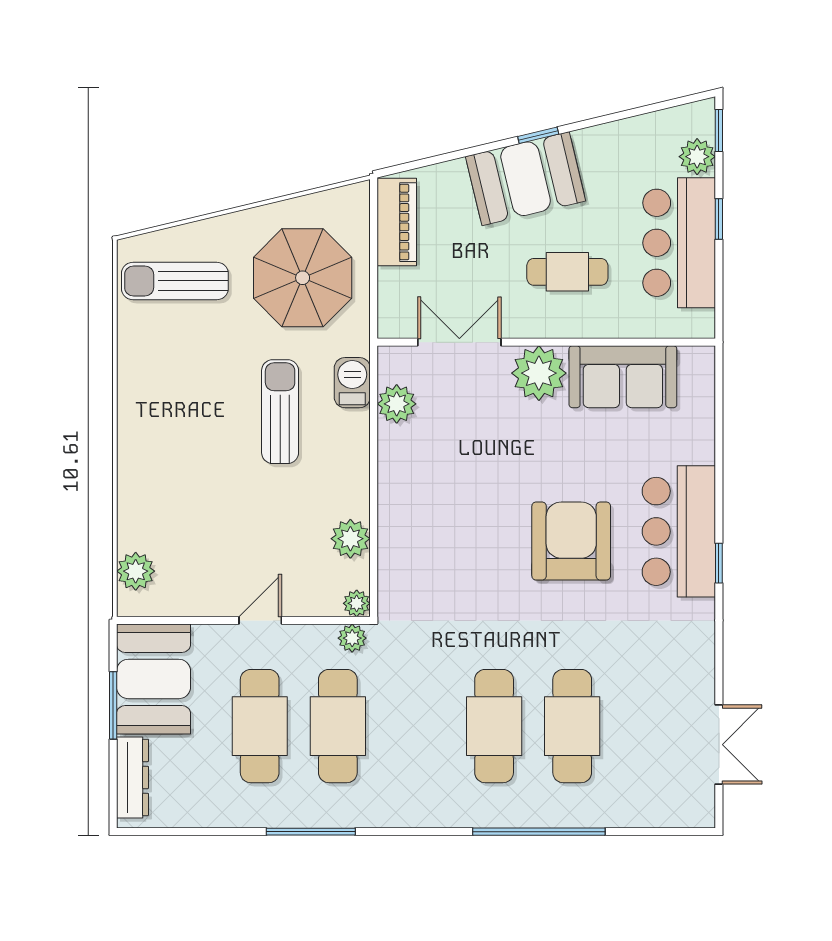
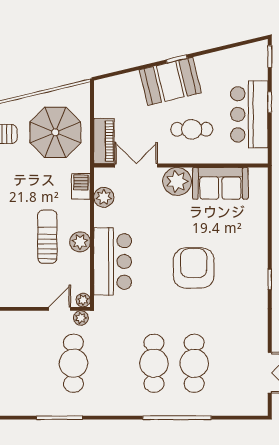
plant: (697, 157) -> (259, 70), removed
piano: (397, 222) -> (104, 141), moved
sun lounger: (280, 412) -> (47, 237), moved
bar counter: (679, 531) -> (113, 262), moved, turned 180
plant: (350, 539) -> (80, 242), moved
door: (260, 620) -> (60, 309), moved
cafe table: (260, 726) -> (33, 363), removed

